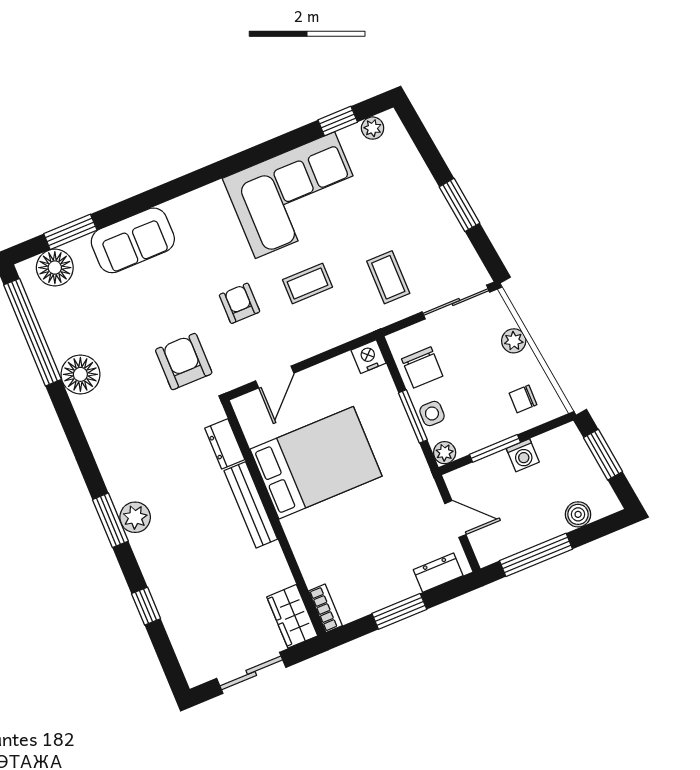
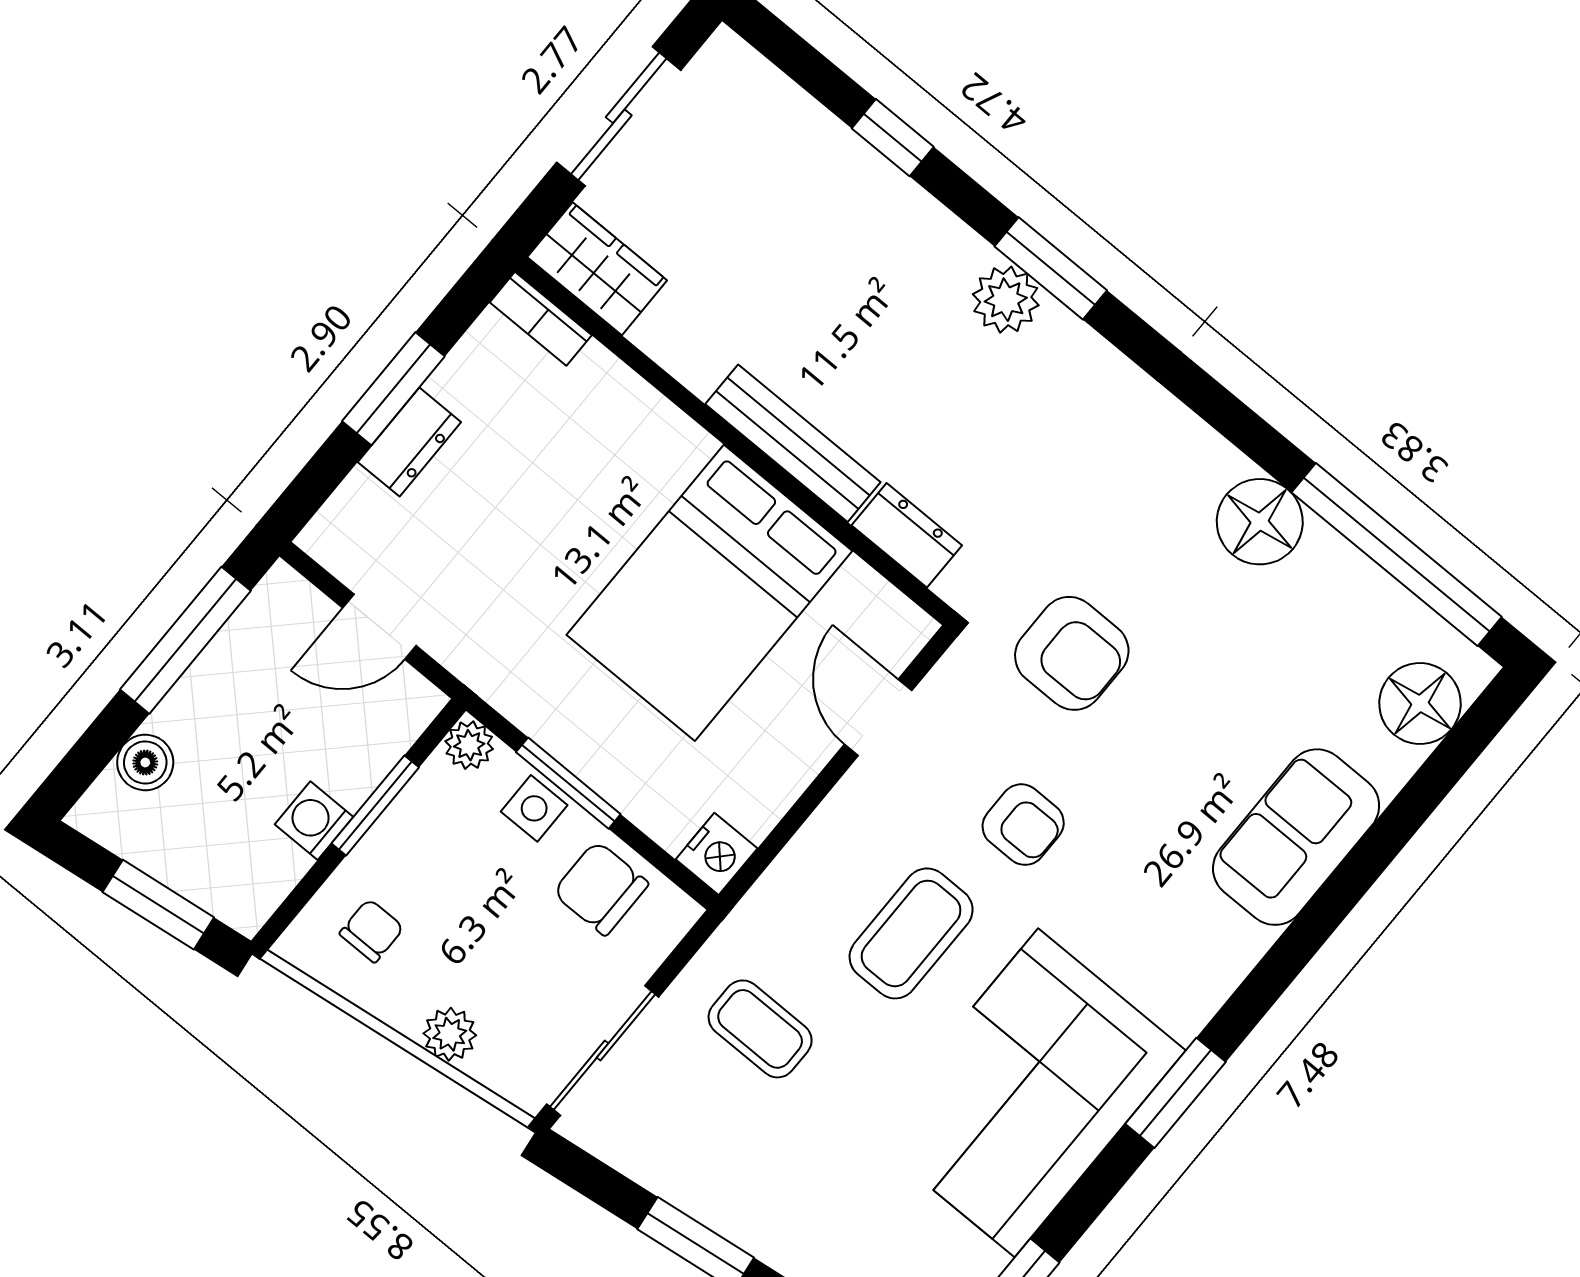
window: (70, 232) -> (1175, 1093), moved
coffee table: (307, 283) -> (911, 933), width x1.36, depth x1.30
dresser: (438, 573) -> (409, 442), moved

